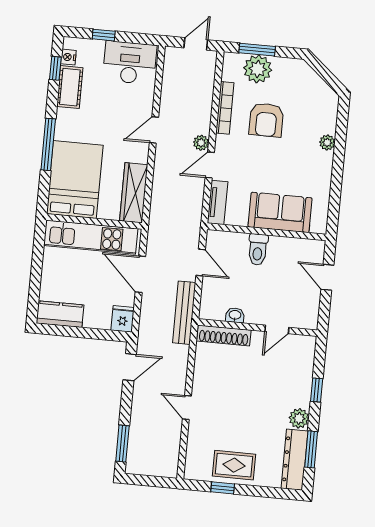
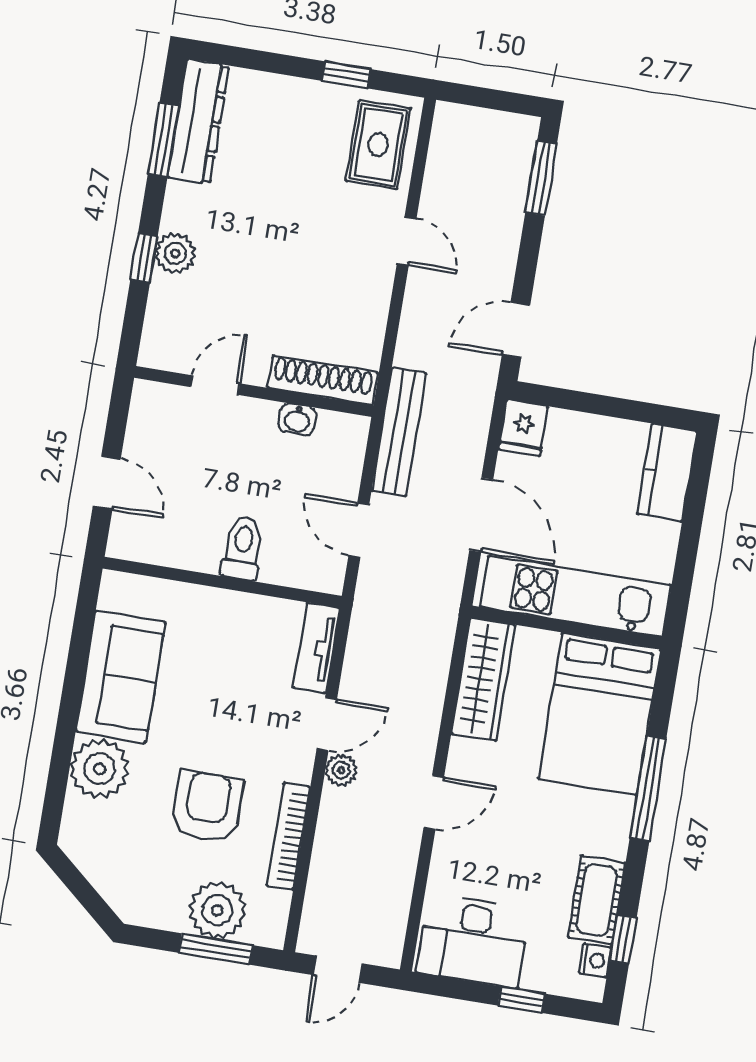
plant: (327, 143) -> (99, 769), width x1.87, depth x1.87
sofa: (280, 212) -> (121, 677), moved, turned -90
kitchen counter: (60, 314) -> (667, 473), moved, turned 90
plant: (299, 418) -> (175, 253), moved
rug: (234, 465) -> (378, 145), moved, turned 90

